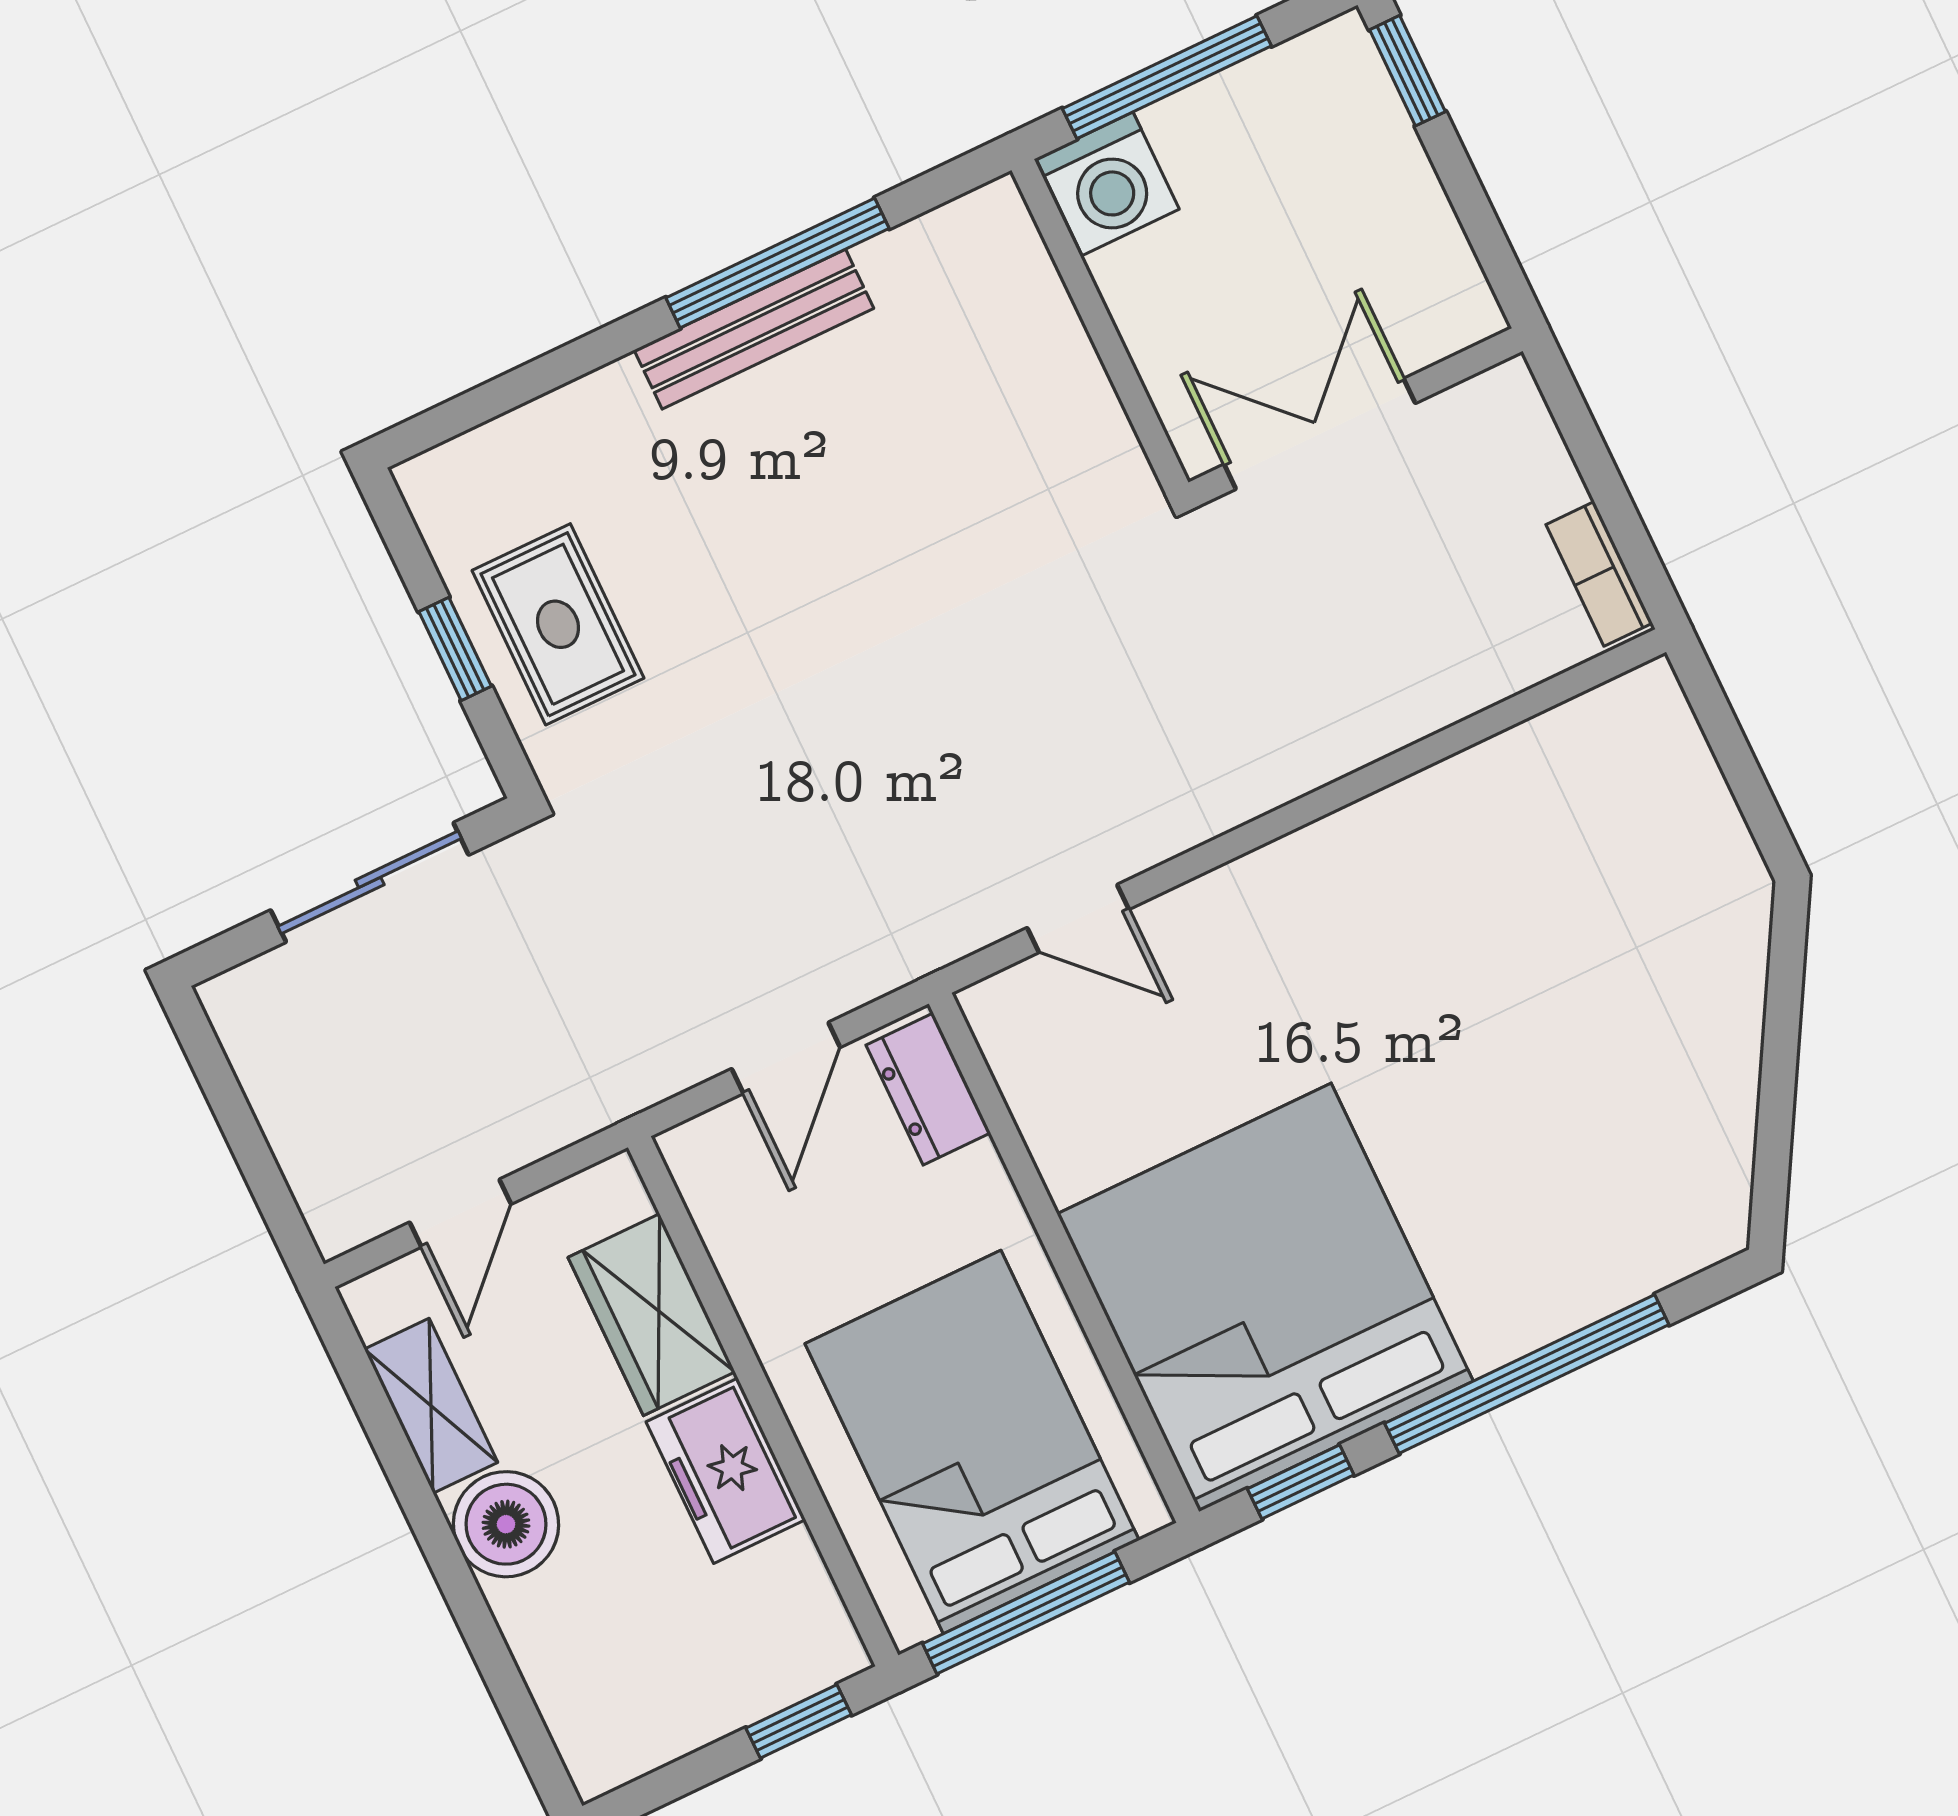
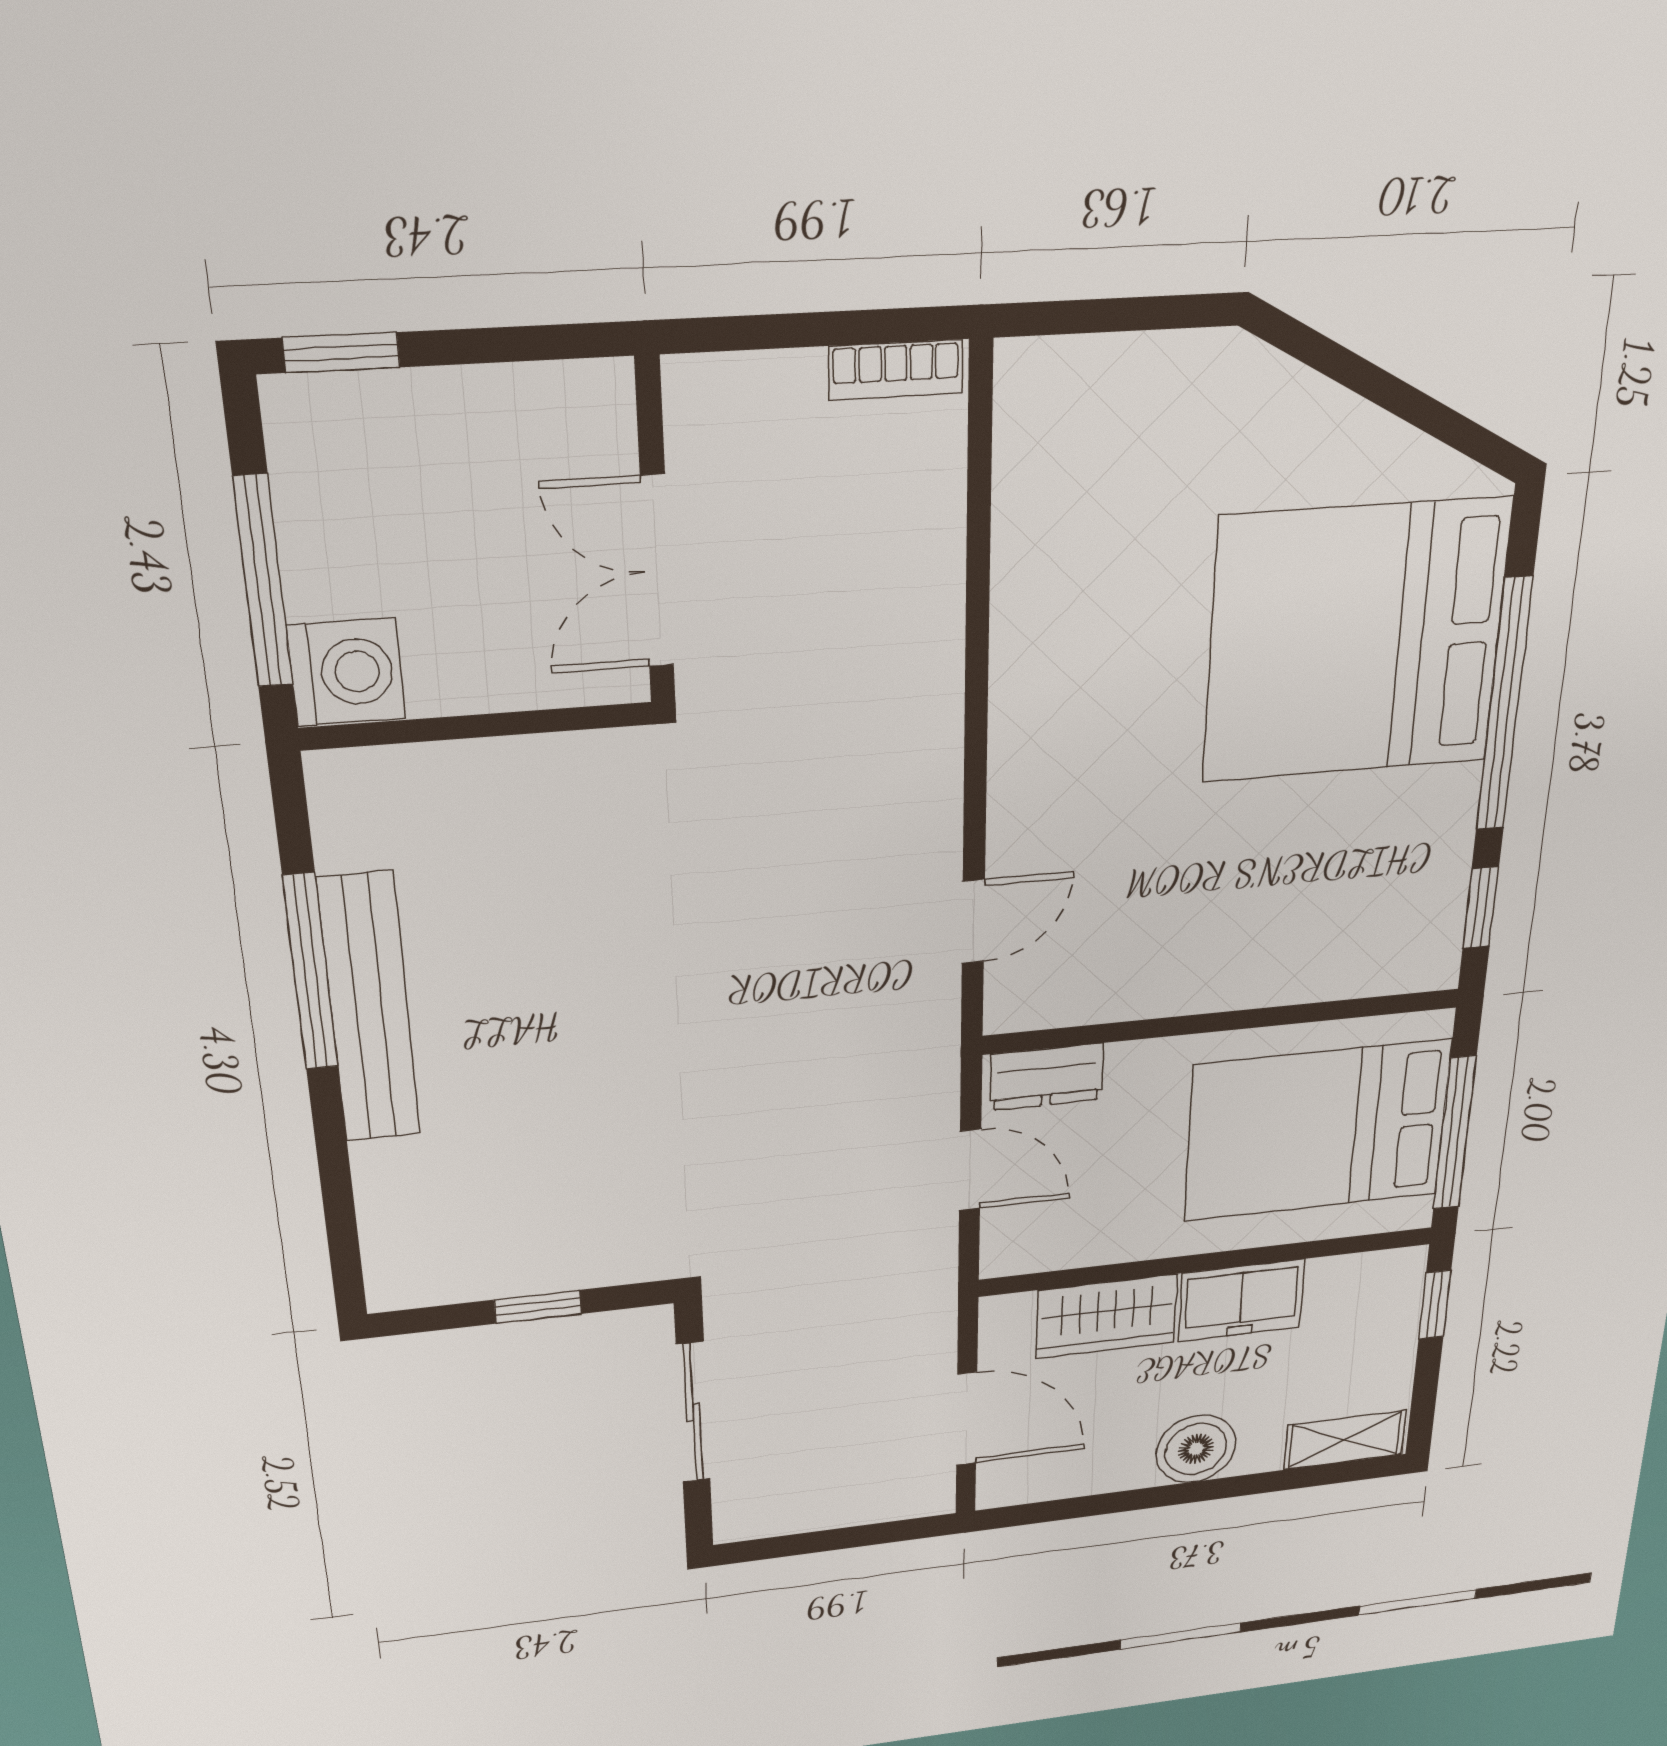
bench: (754, 329) -> (369, 1009), width x1.37, depth x1.21
rug: (558, 624) -> (551, 1229), removed
door: (460, 1213) -> (967, 1419), width x1.38
bed: (1265, 1297) -> (1356, 641), moved
shelving: (431, 1406) -> (1345, 1440), moved

